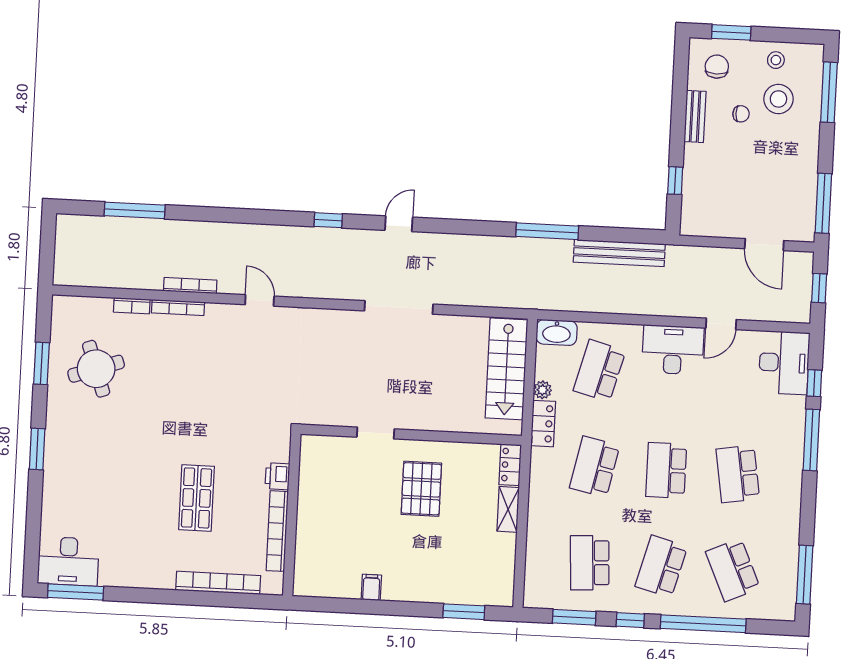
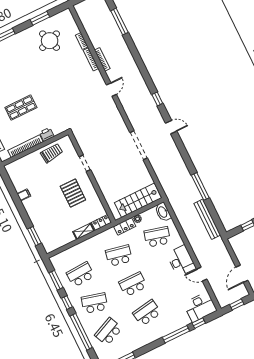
trolley: (319, 487) -> (52, 153), added
pallet: (421, 489) -> (73, 193), turned 90

